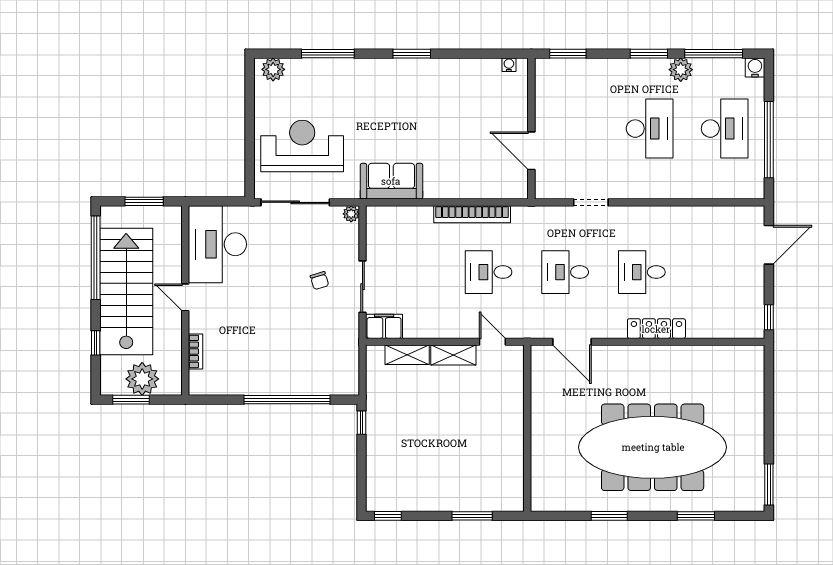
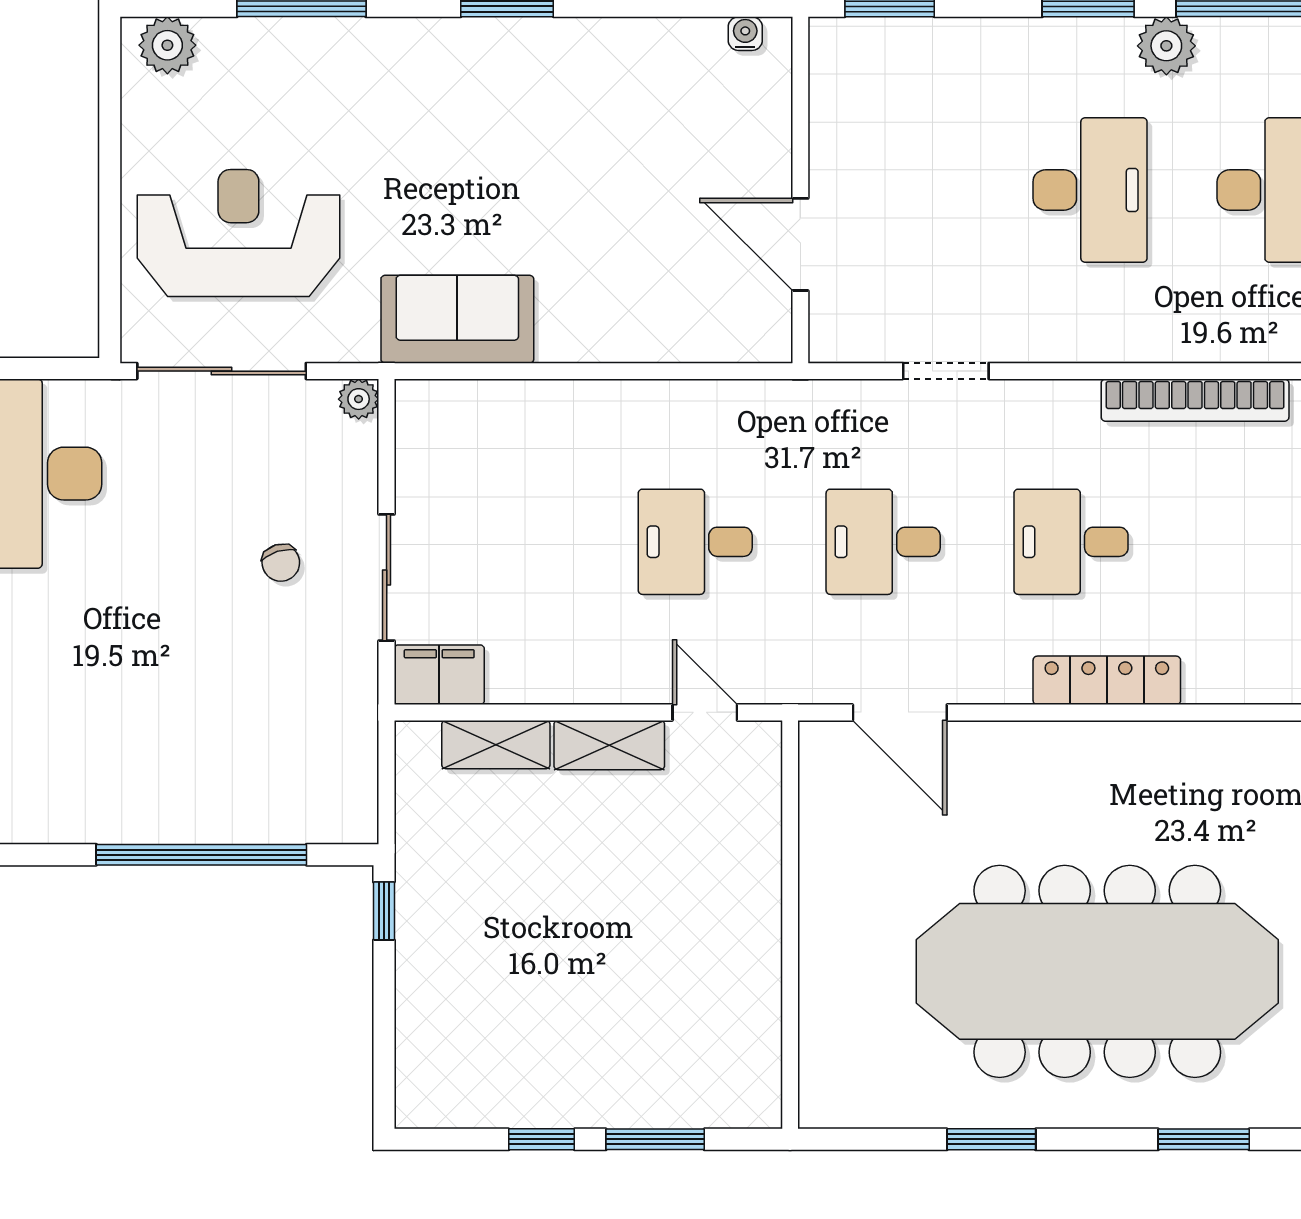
bookcase: (472, 214) -> (1195, 400), moved
window: (388, 516) -> (542, 1139), moved

